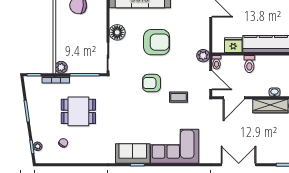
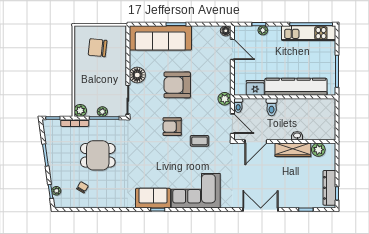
armchair: (157, 42) -> (177, 85), turned 180
plant: (83, 68) -> (102, 112), added

